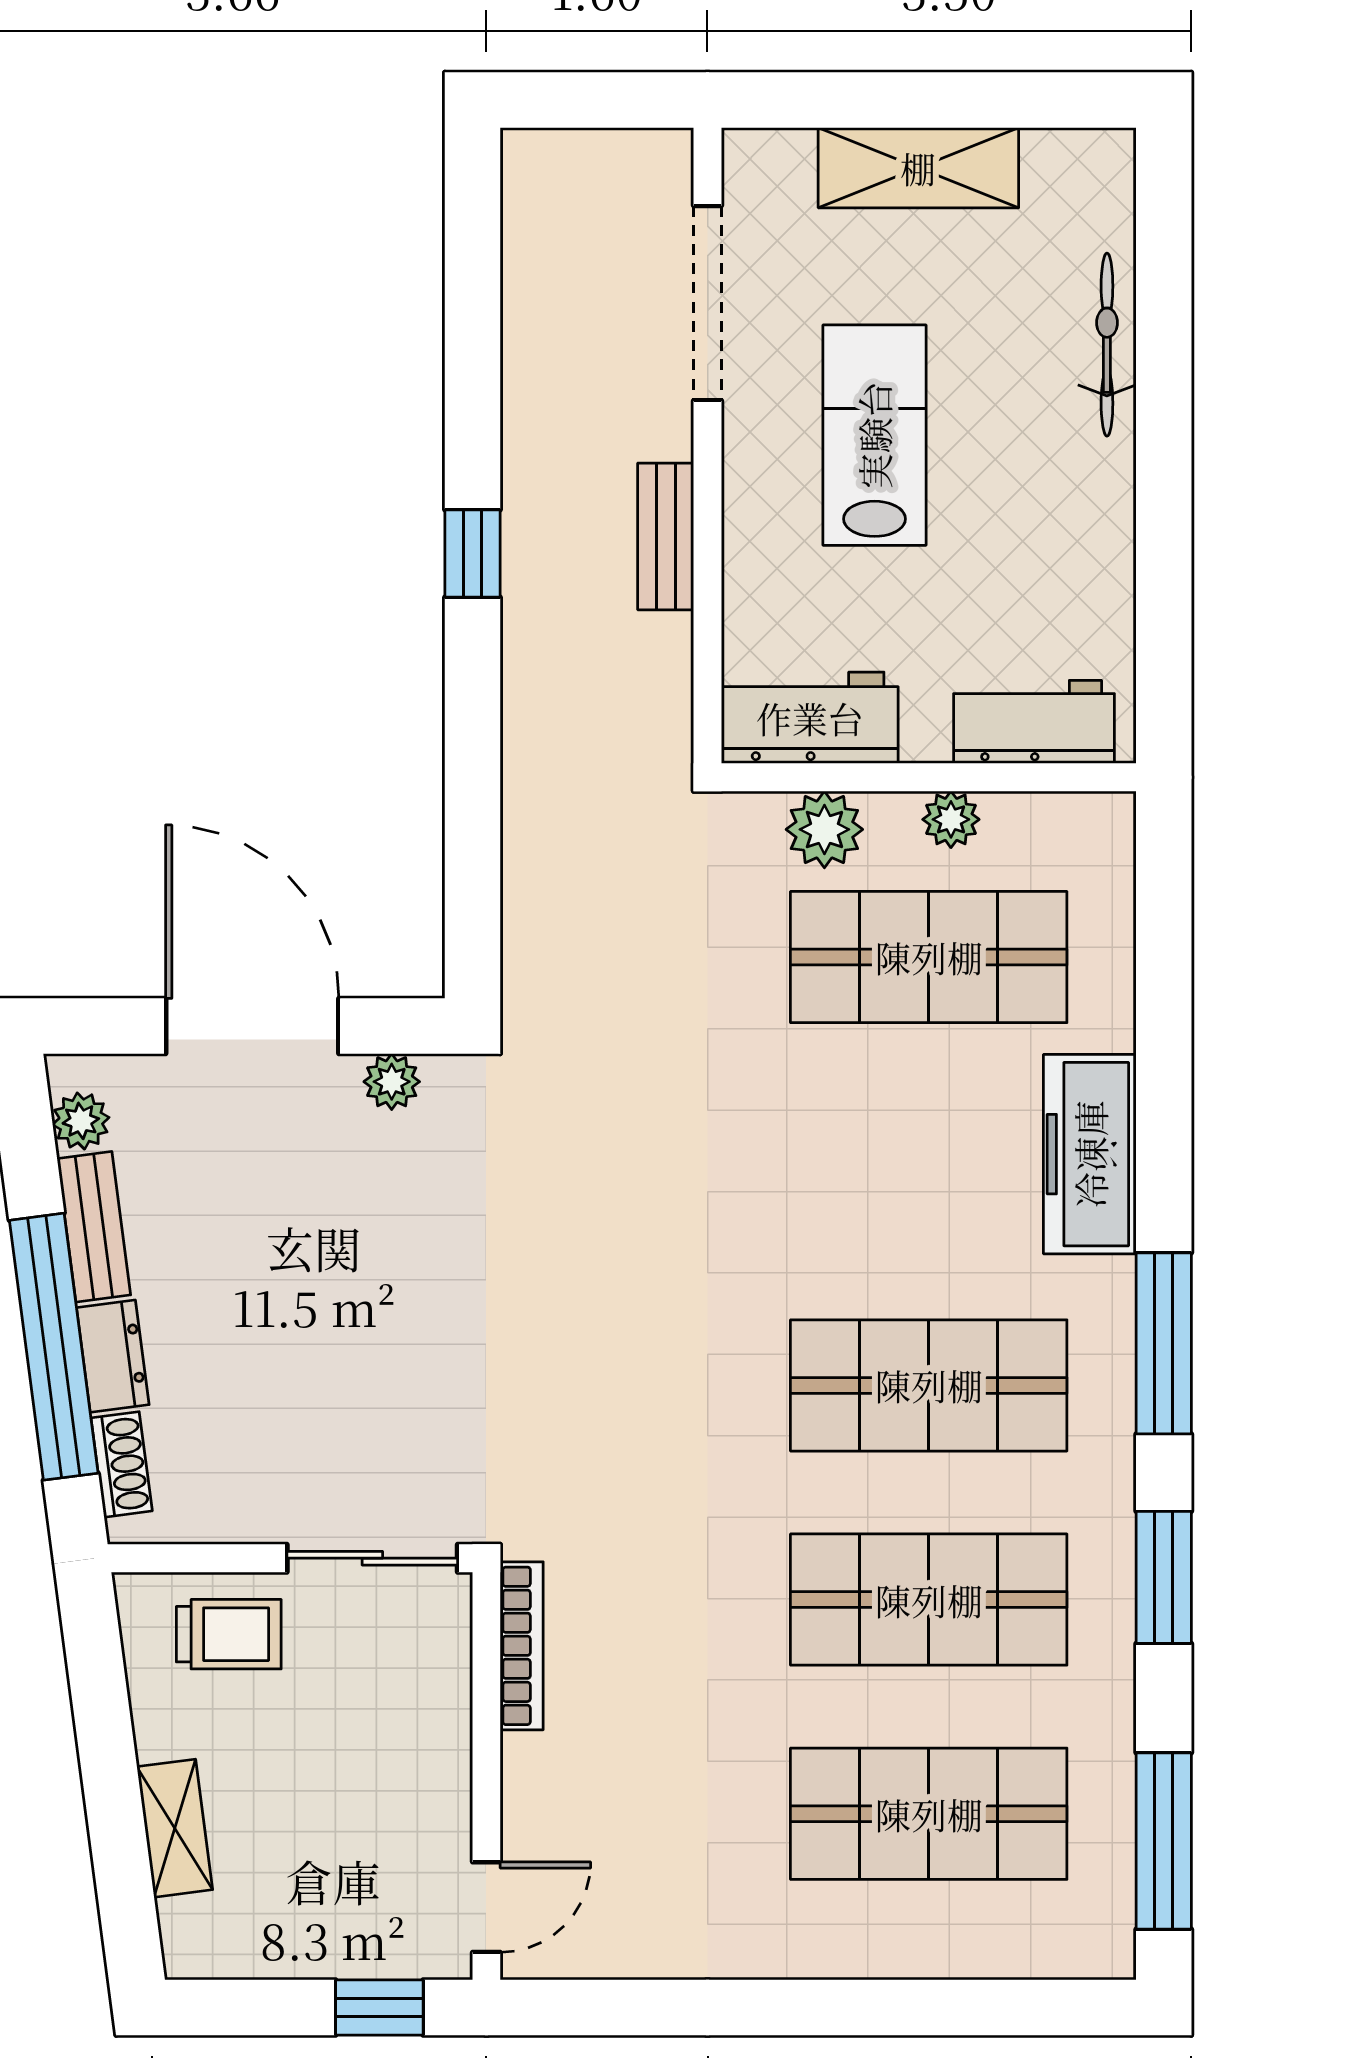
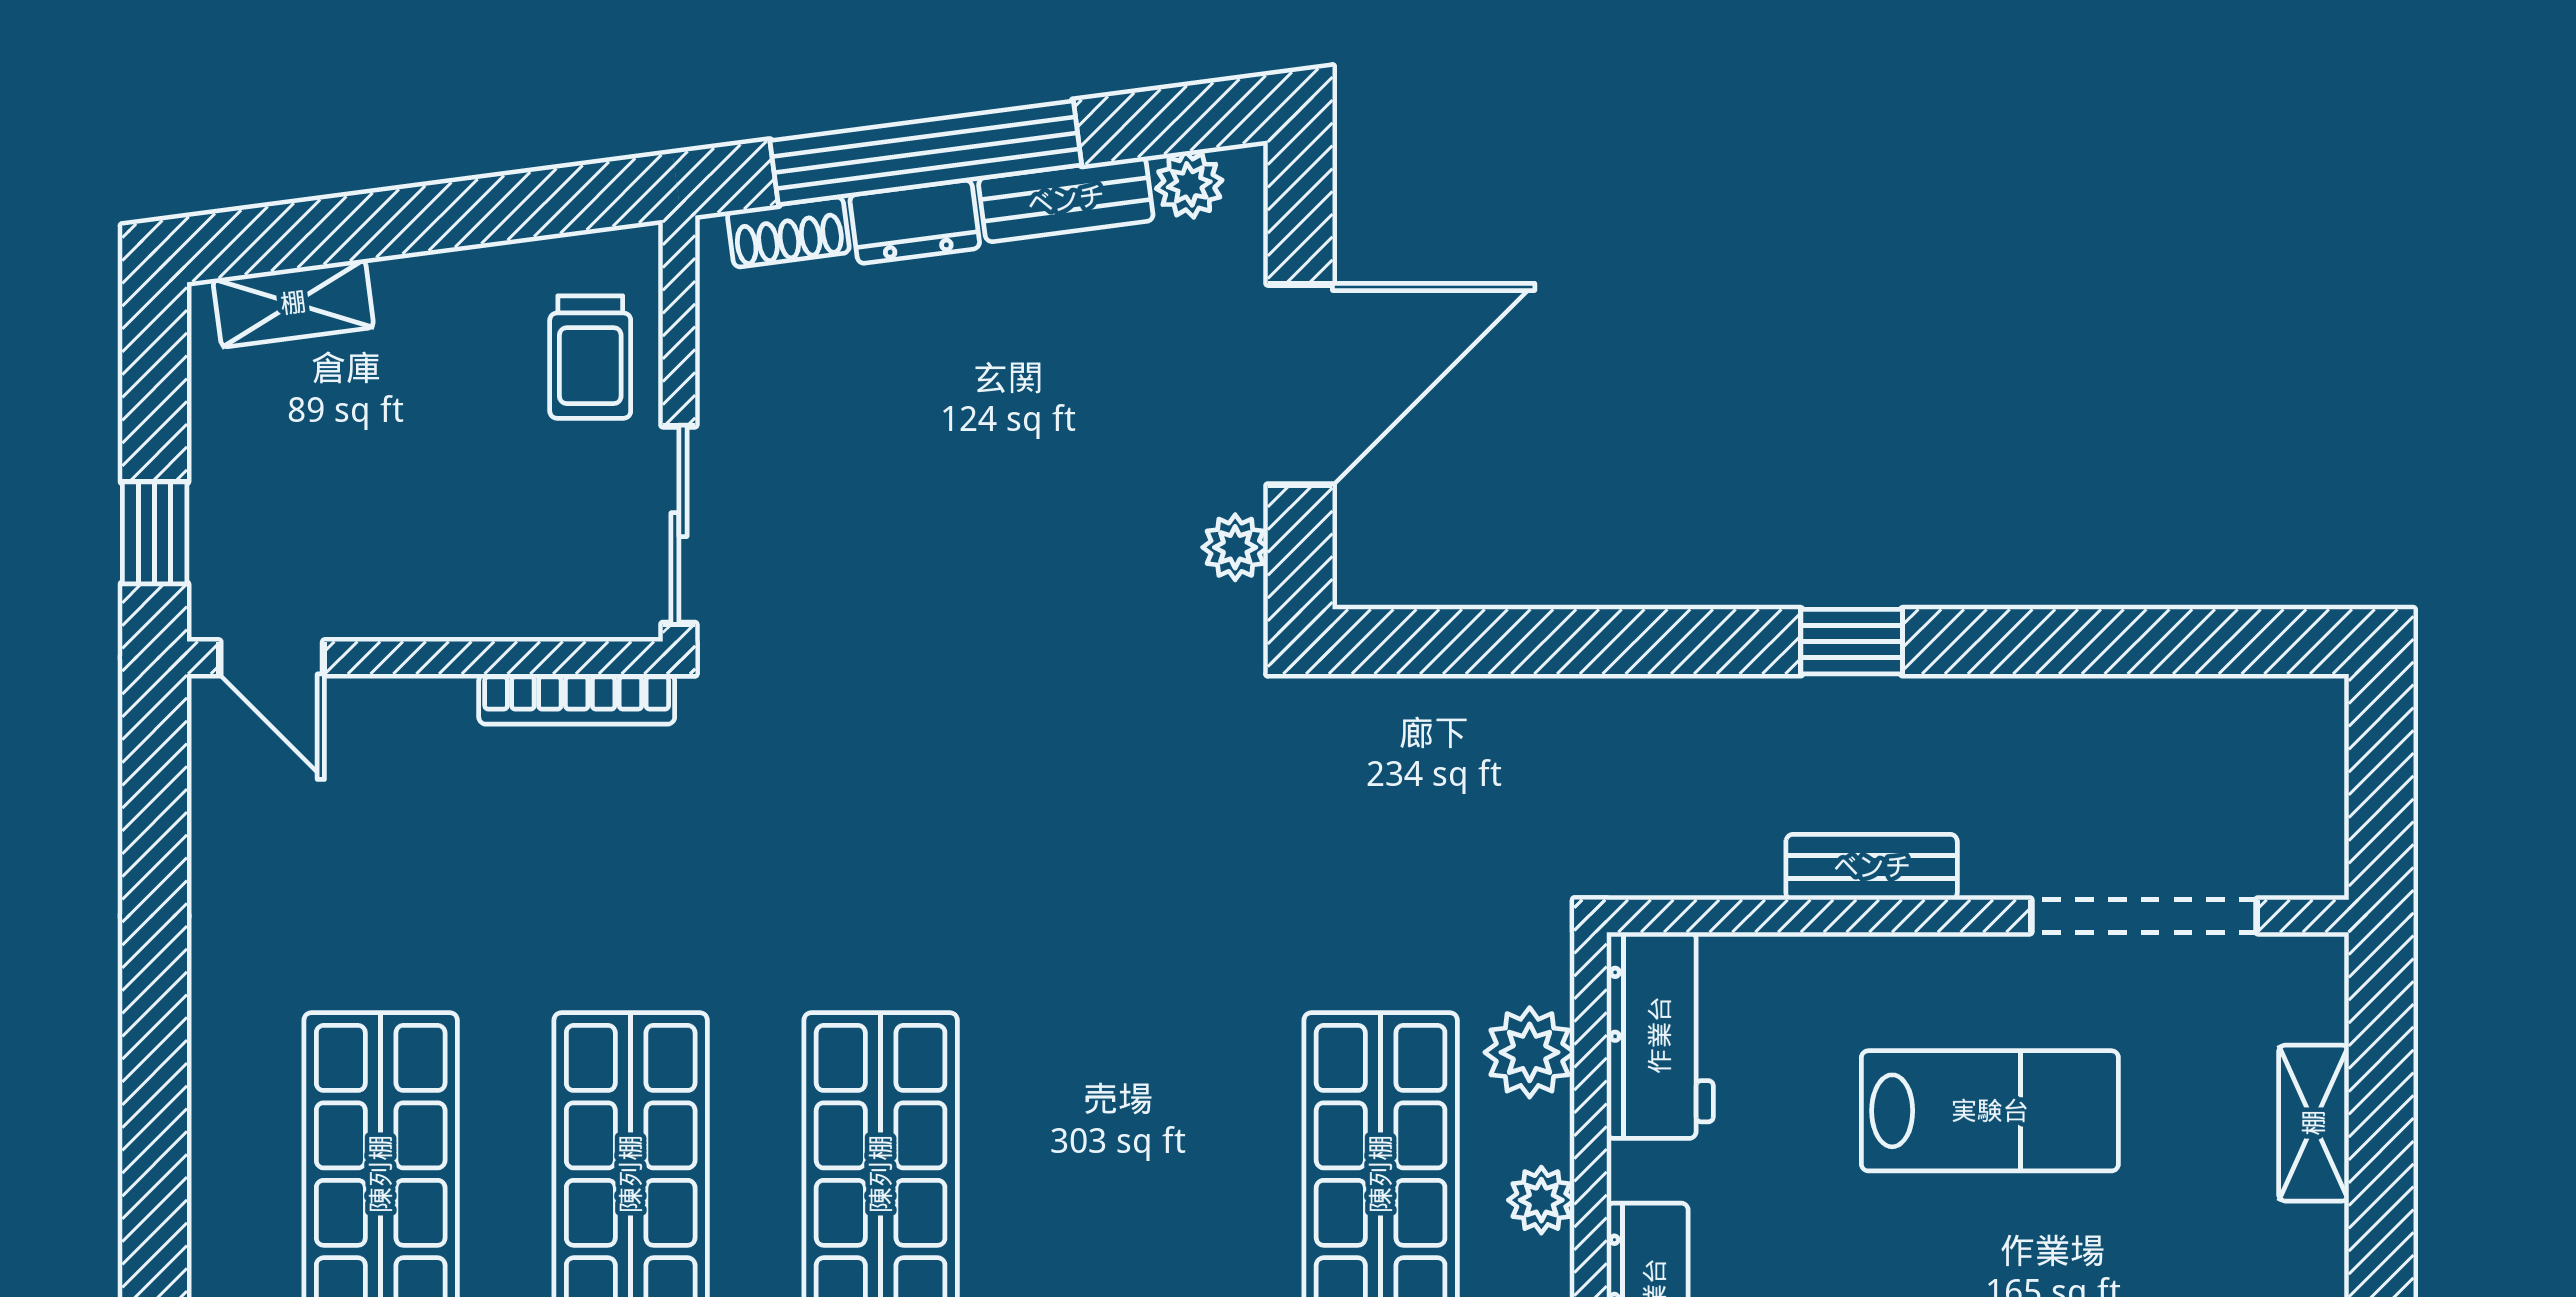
shelving: (918, 168) -> (2314, 1123), width x0.67, depth x0.75
shelving: (175, 1828) -> (293, 303), moved

